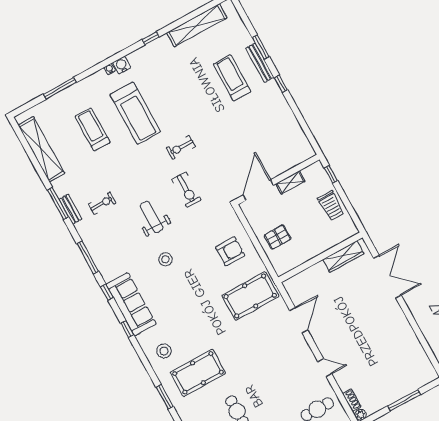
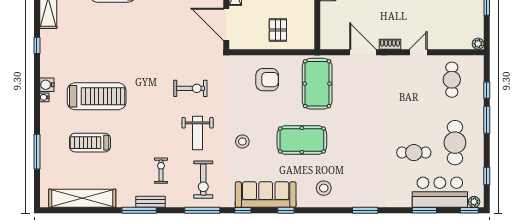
exercise bike: (181, 147) -> (203, 180), moved, width x1.38, depth x1.39
weight bench: (152, 217) -> (198, 133), turned -90
armchair: (230, 251) -> (267, 80), turned 90
pool table: (198, 373) -> (302, 140), moved, turned 90
shoe rack: (352, 400) -> (390, 44), moved

